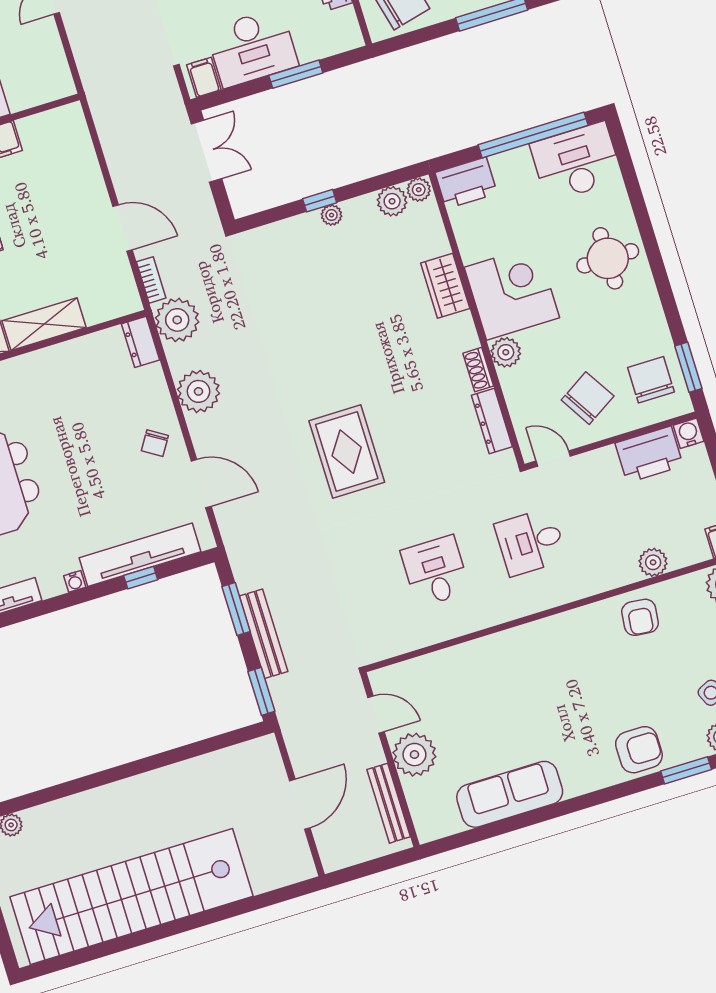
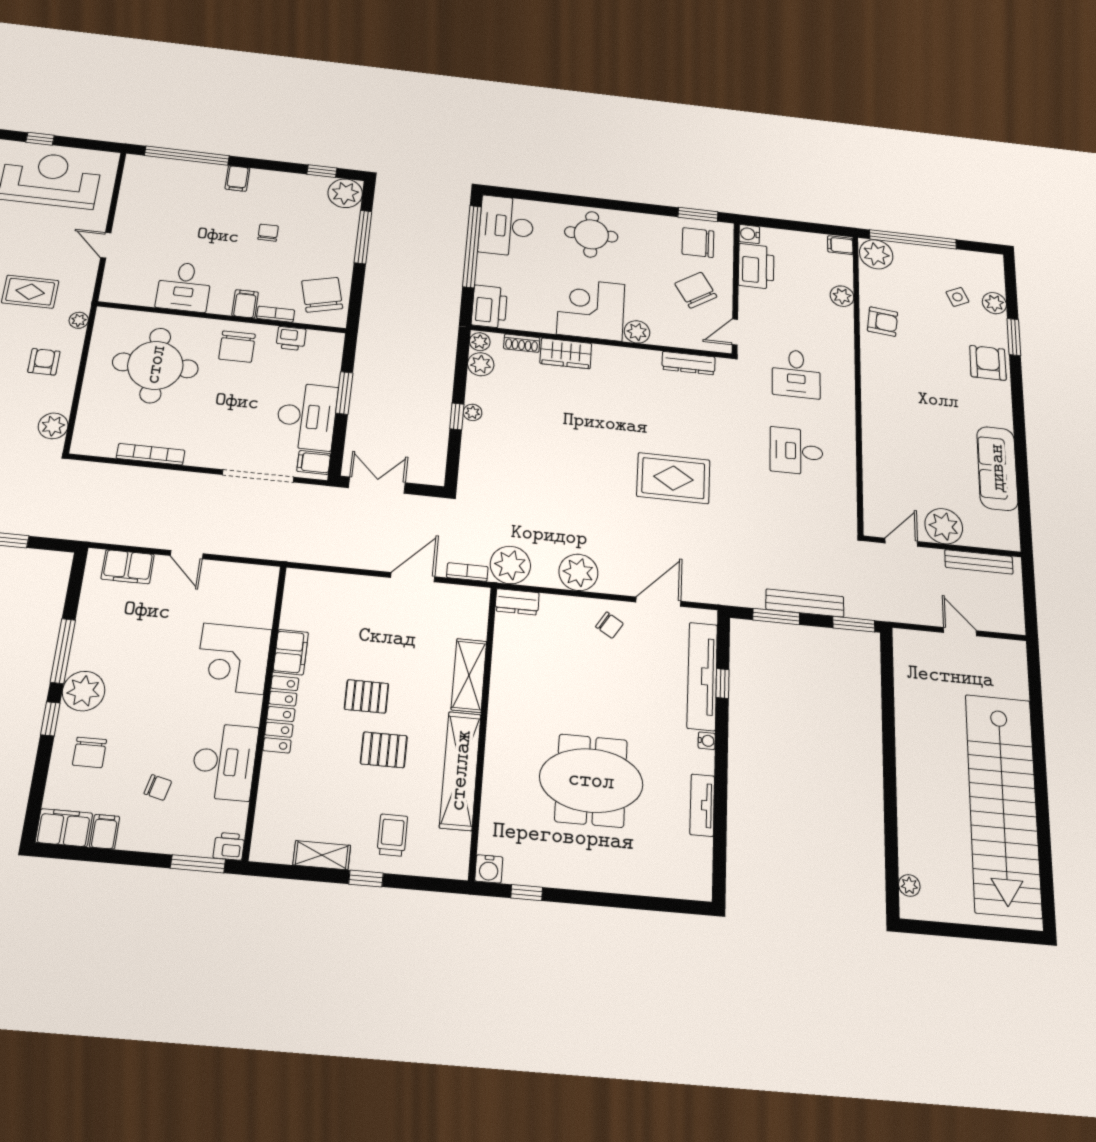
shoe rack: (478, 370) -> (522, 343), moved
door: (300, 804) -> (960, 632), width x0.73

